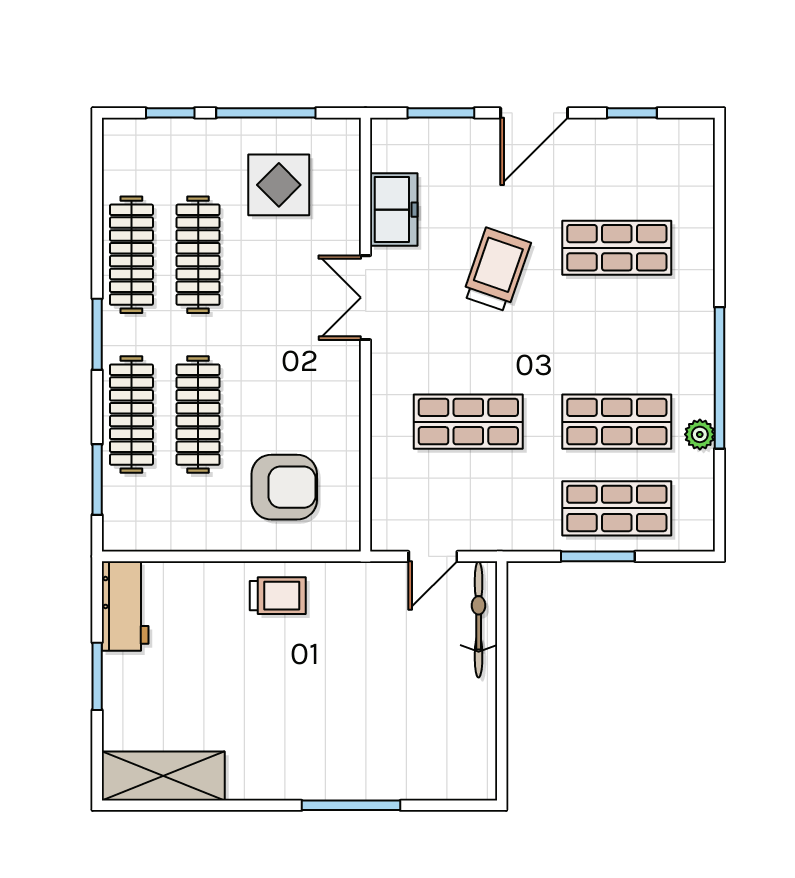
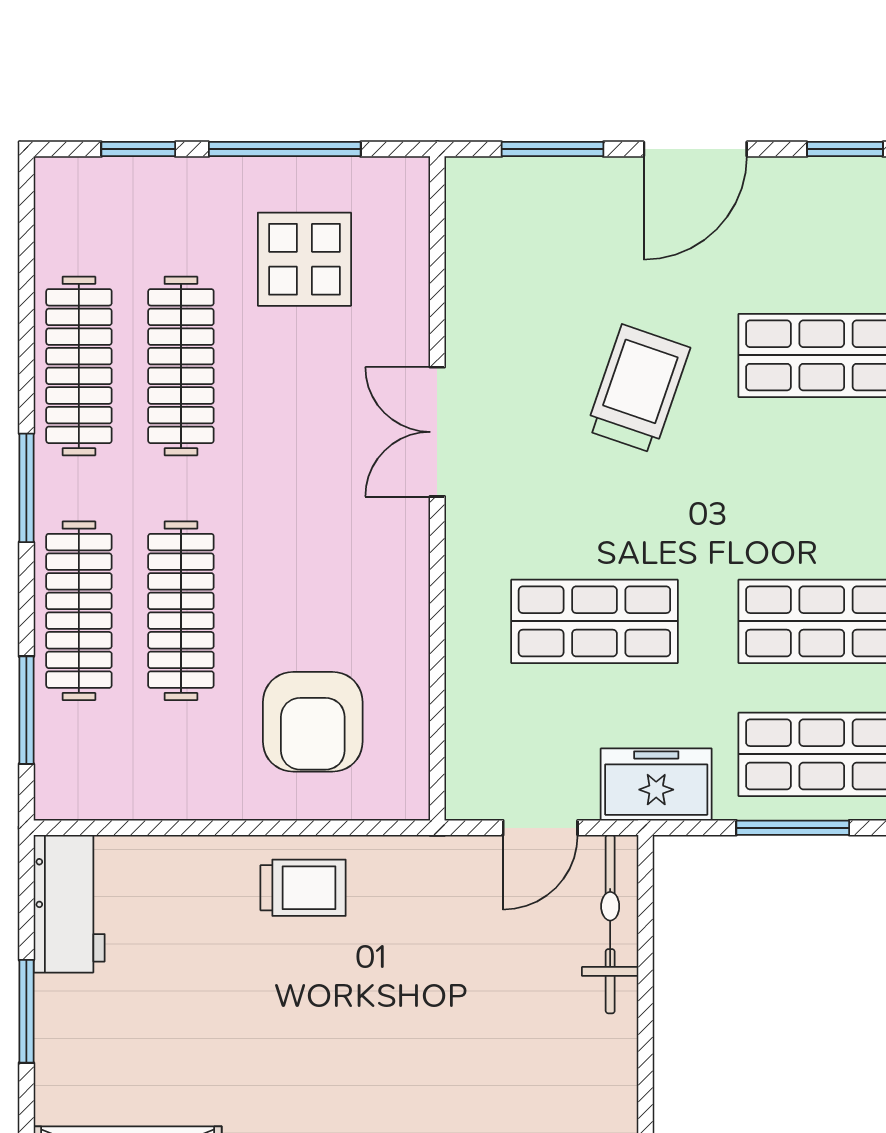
freezer: (394, 210) -> (656, 785), moved, turned -90
armchair: (284, 487) -> (313, 722), turned 90

